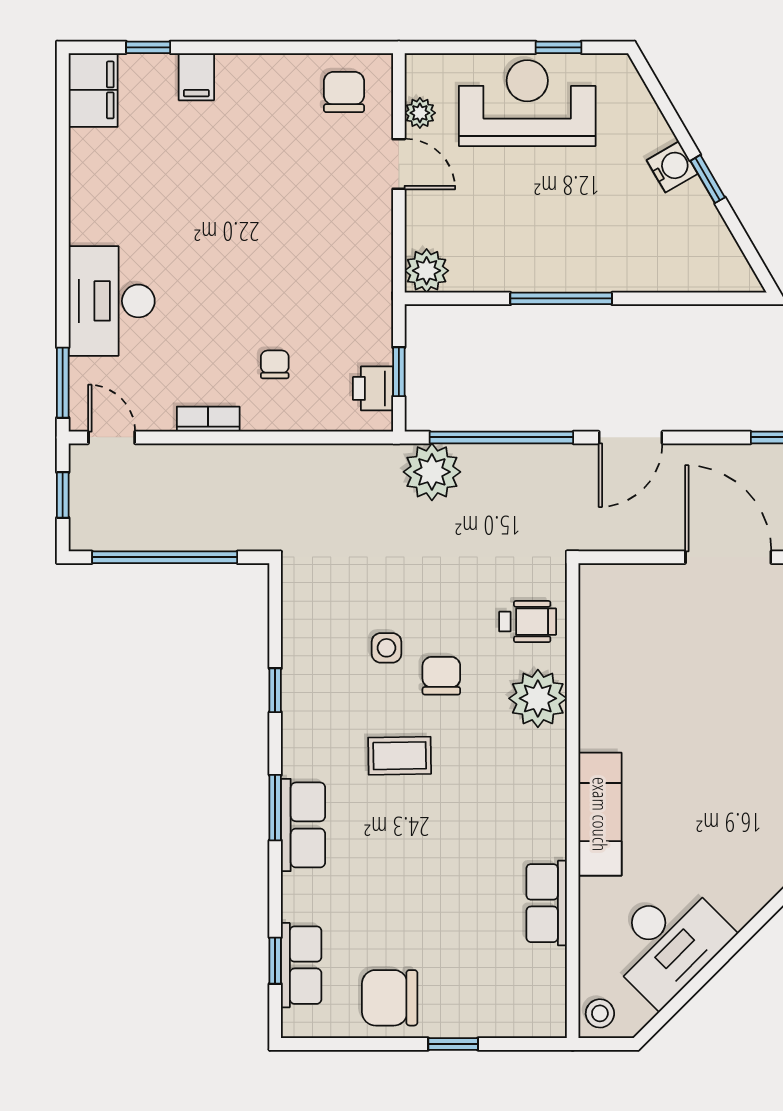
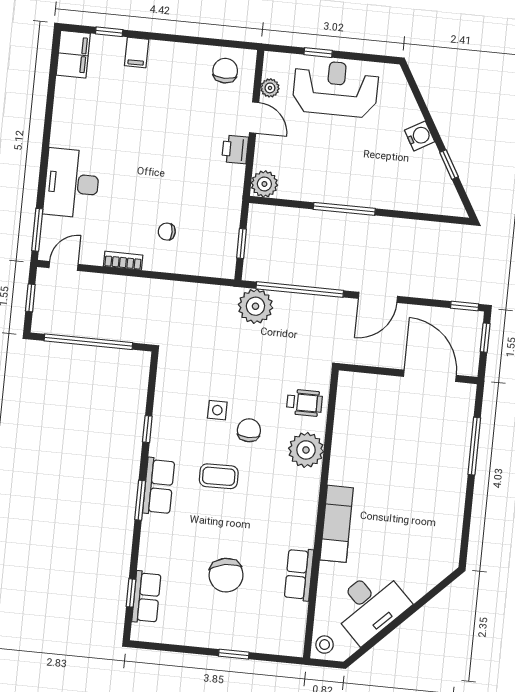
window: (558, 47) -> (318, 53), moved
window: (708, 179) -> (449, 165), moved
chair: (275, 364) -> (167, 232), turned -90
printer: (373, 388) -> (235, 149), moved
door: (112, 437) -> (63, 266), hinge flipped
row of seats: (303, 825) -> (159, 486), moved
chair: (390, 998) -> (226, 575), moved, turned -101

